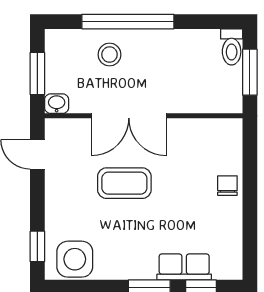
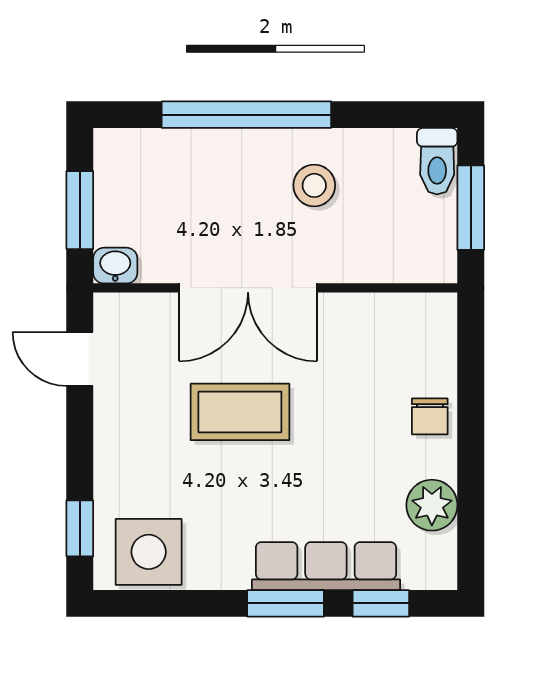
stool: (110, 55) -> (314, 185), moved
chair: (227, 186) -> (430, 416), turned 180
plant: (229, 234) -> (432, 505), added
row of seats: (184, 267) -> (326, 566), width x1.48

